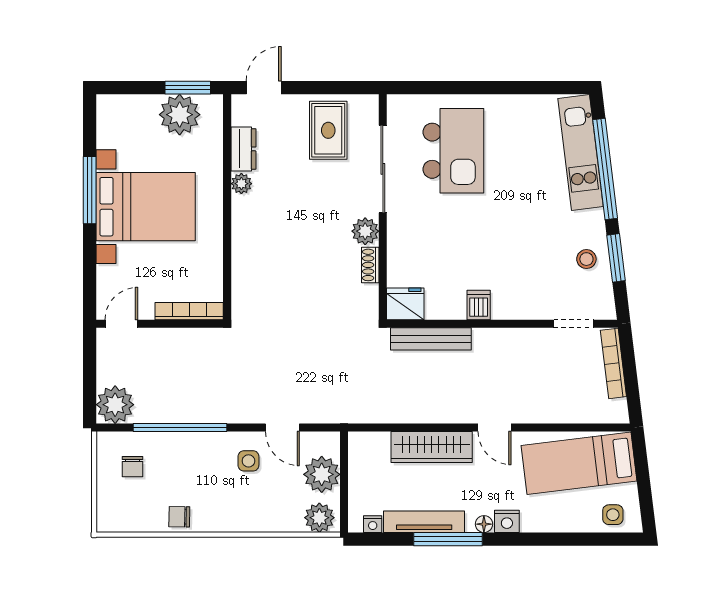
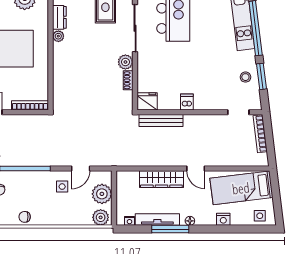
door: (282, 428) -> (81, 168), hinge flipped
nightstand: (507, 521) -> (223, 219), moved

